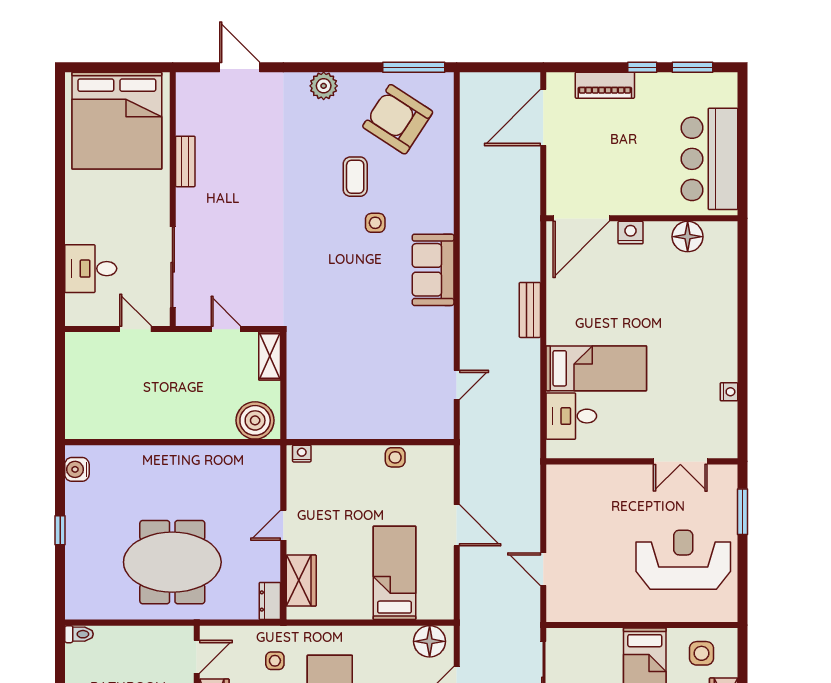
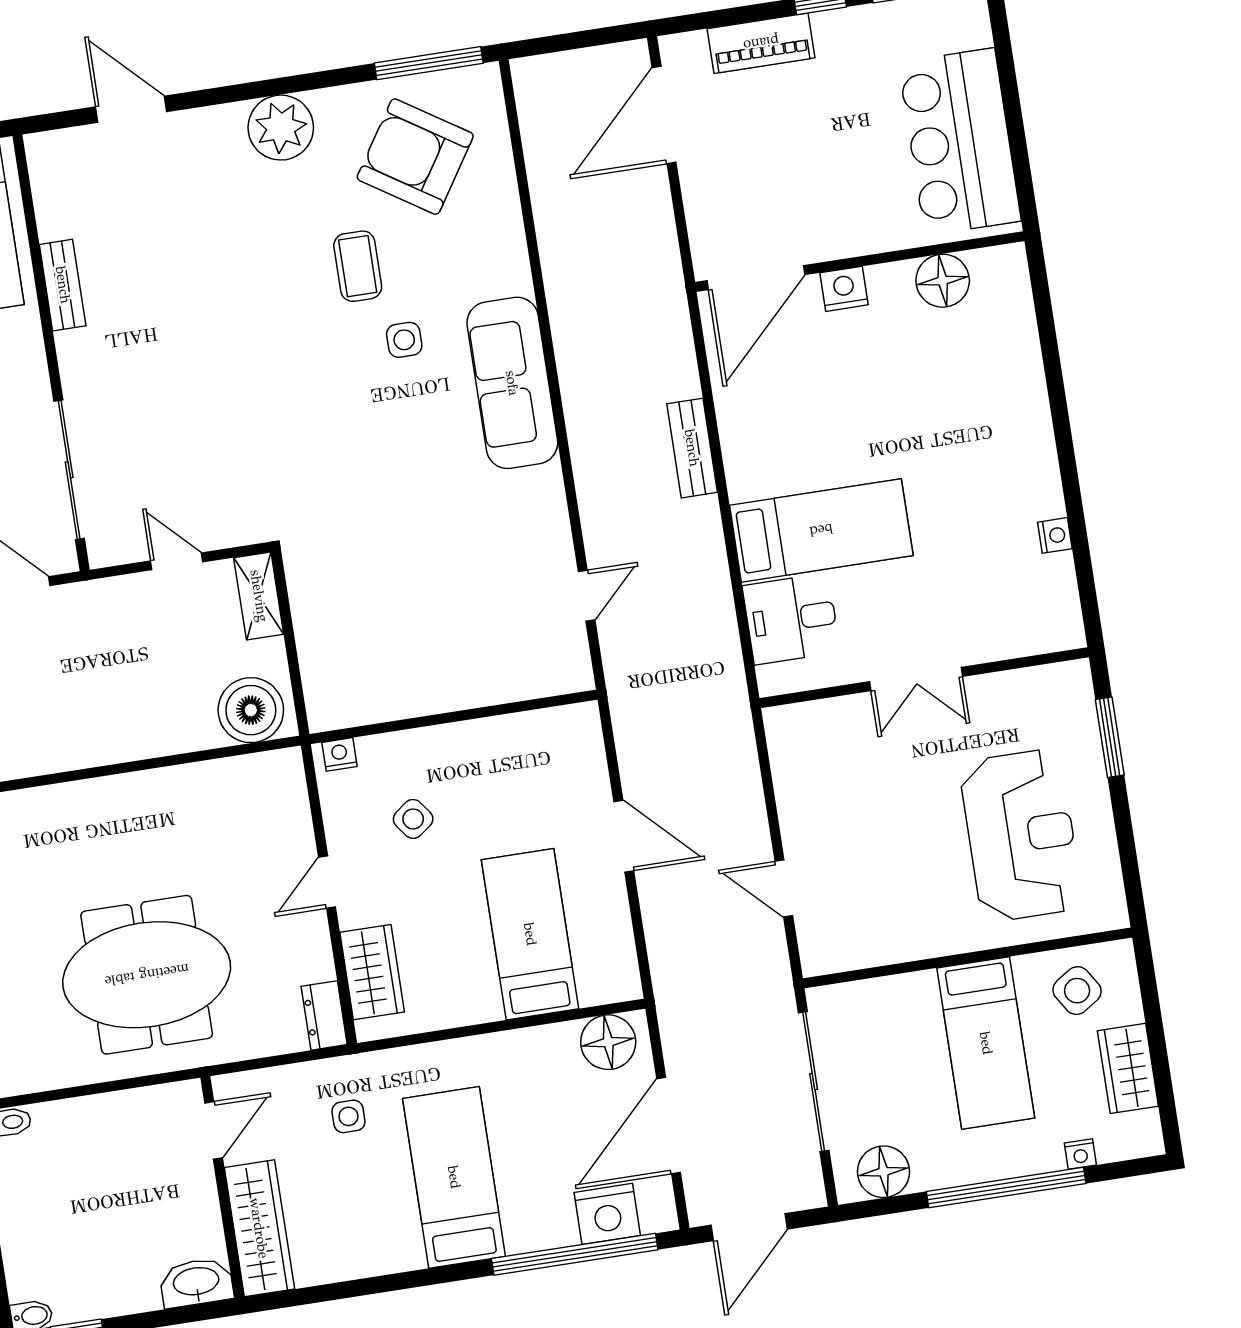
plant: (324, 86) -> (281, 128), width x1.36, depth x1.36
sofa: (433, 270) -> (512, 383), width x1.36
side table: (395, 457) -> (413, 819), moved, turned -37
double door: (680, 461) -> (916, 679), moved
reception desk: (683, 560) -> (1021, 835), turned 90
side table: (702, 653) -> (1077, 991), turned -33

